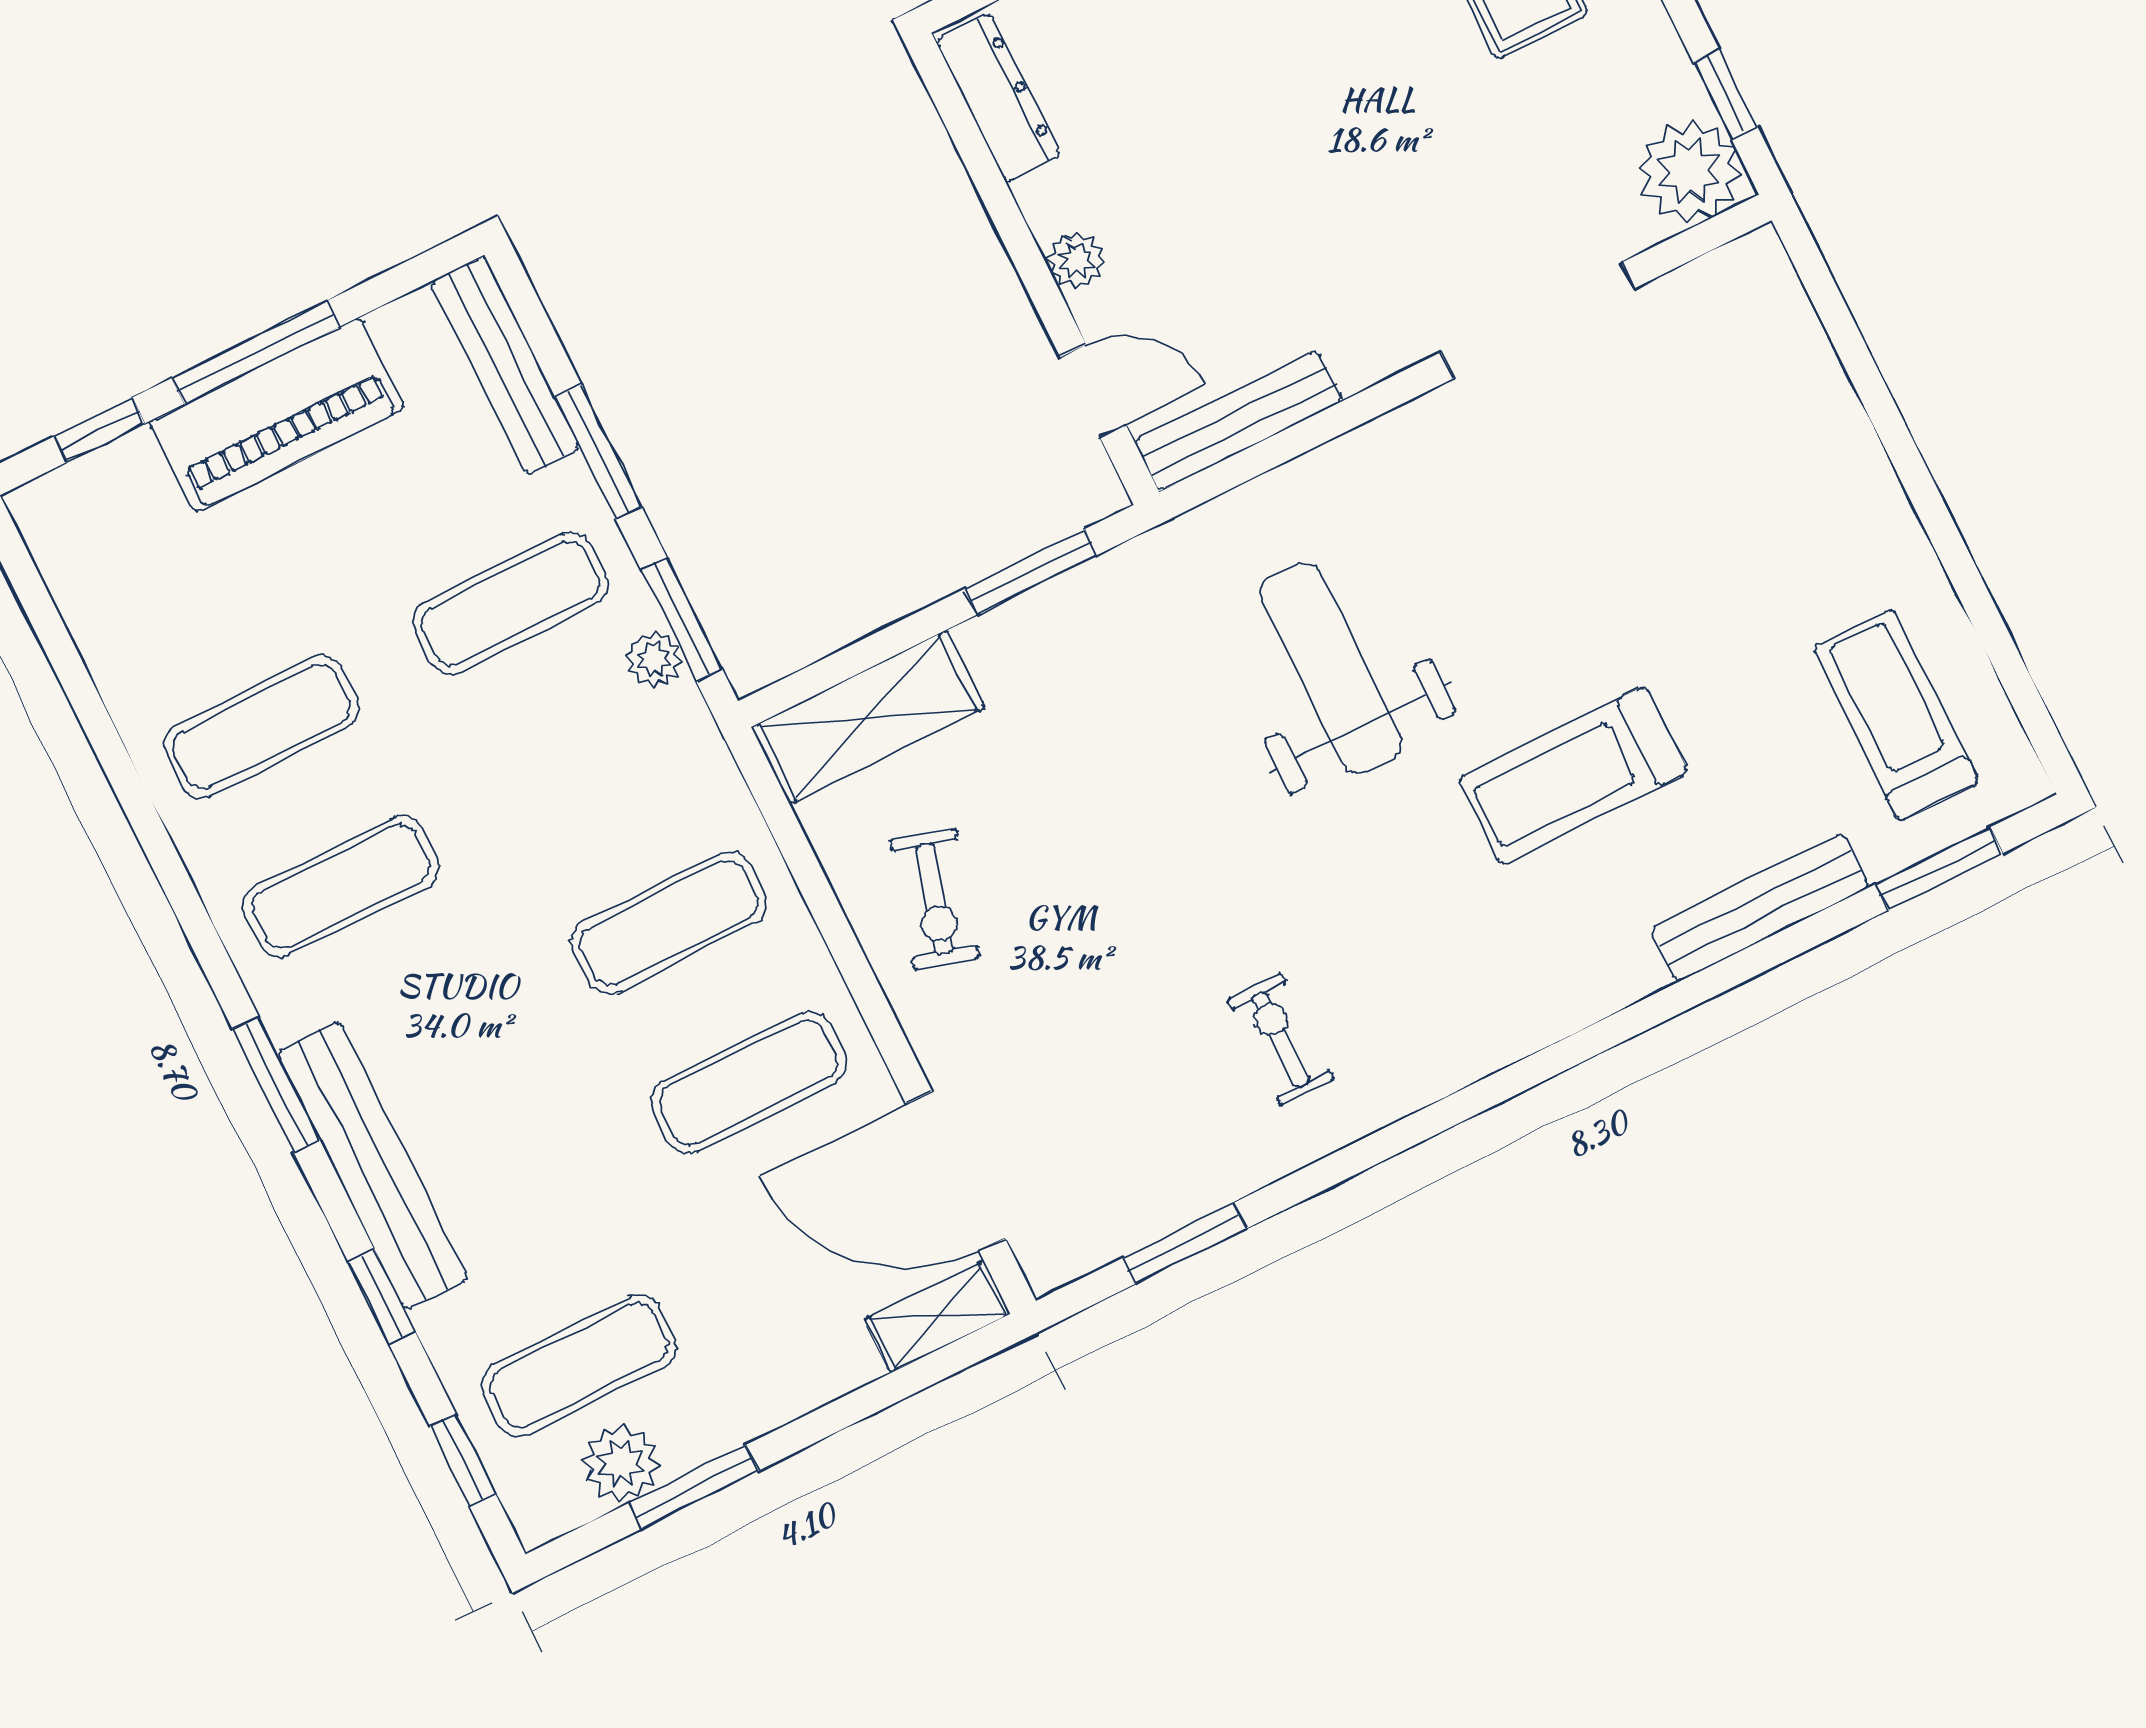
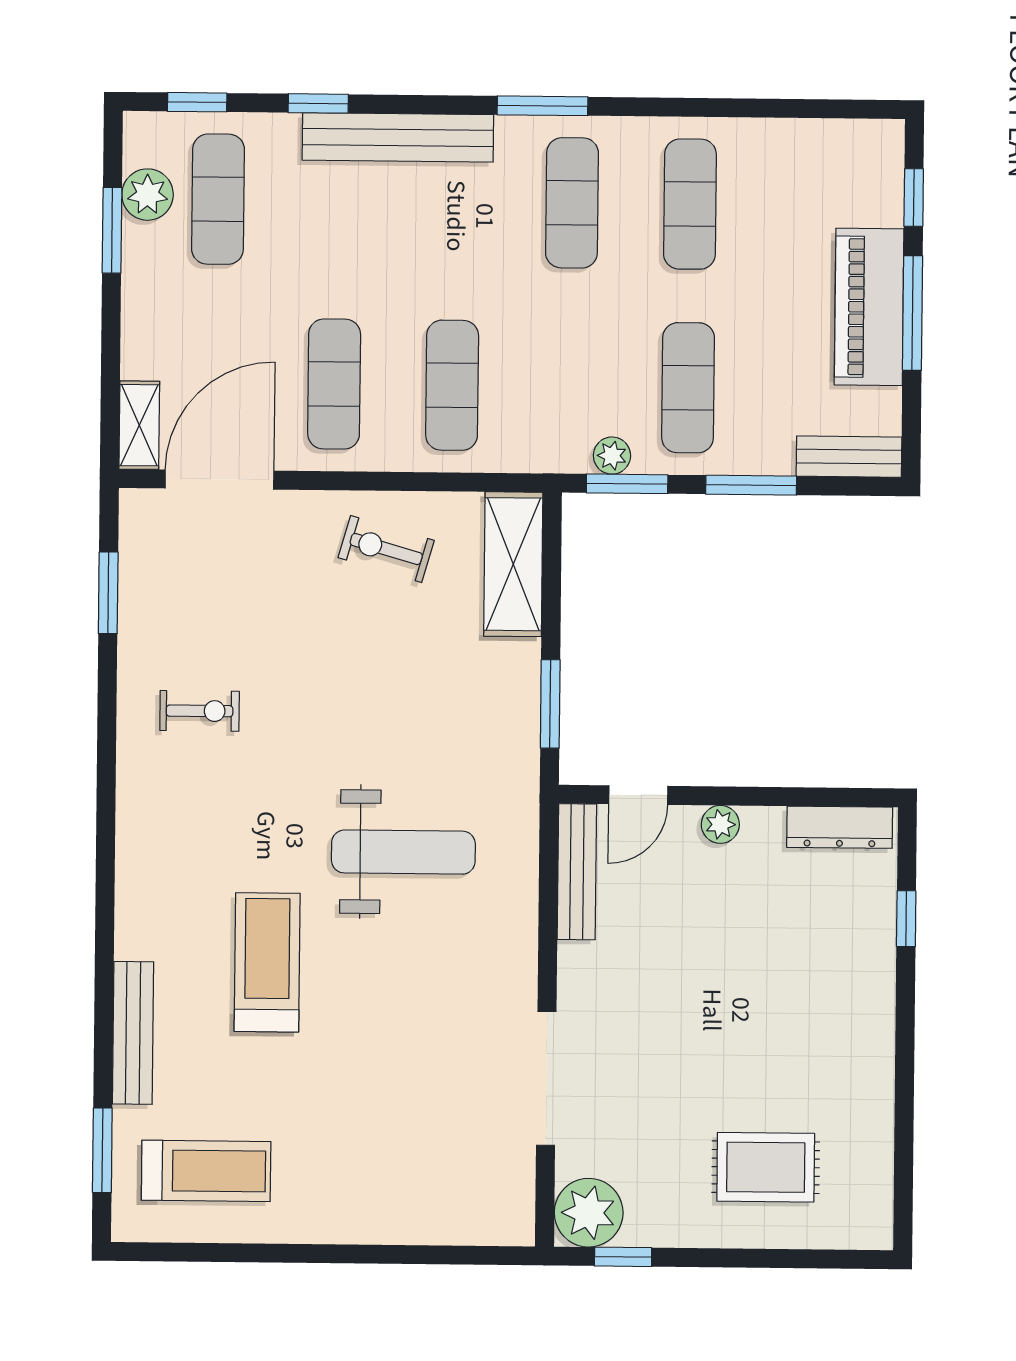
bench: (506, 365) -> (849, 457), width x0.73
window: (276, 1085) -> (542, 106), moved

